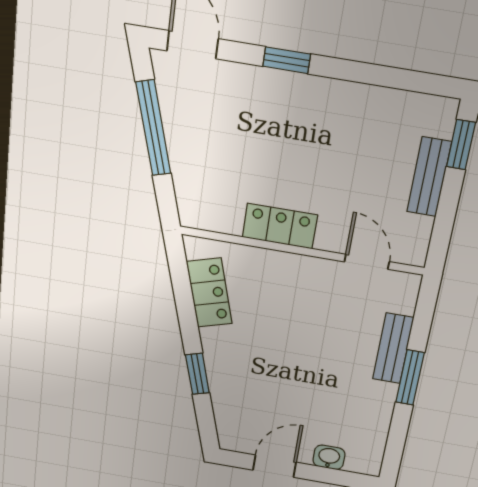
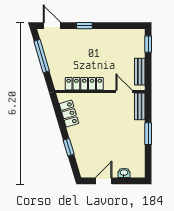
bench: (429, 177) -> (140, 72), moved
locker: (280, 226) -> (84, 84), width x1.53
bench: (393, 348) -> (140, 106), moved

